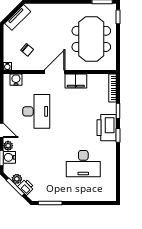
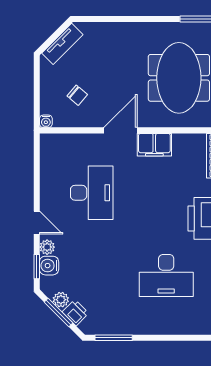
water cooler: (16, 80) -> (60, 142), removed

